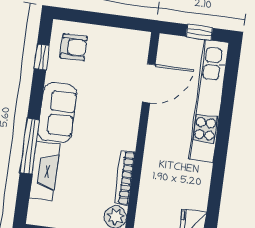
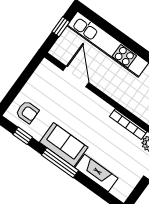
armchair: (74, 47) -> (27, 112), turned 90
window: (30, 146) -> (60, 163), moved

